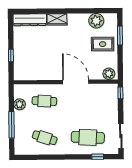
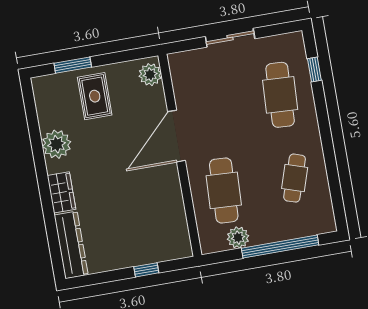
plant: (96, 21) -> (57, 144), moved
window: (120, 93) -> (184, 46), removed
cafe table: (44, 101) -> (224, 190), width x1.37, depth x1.35
window: (12, 125) -> (280, 246), width x1.46
sliding door: (121, 136) -> (230, 38), moved

